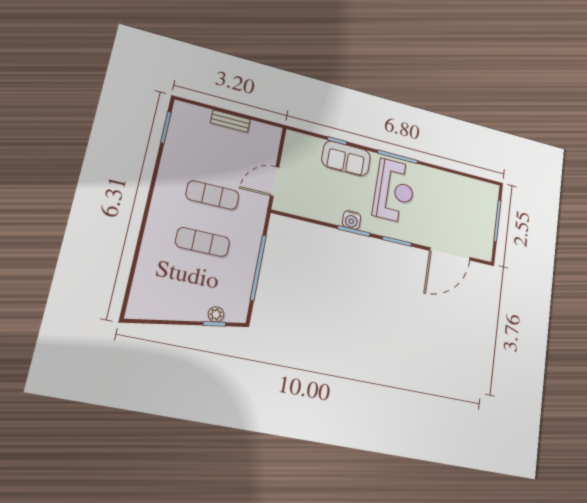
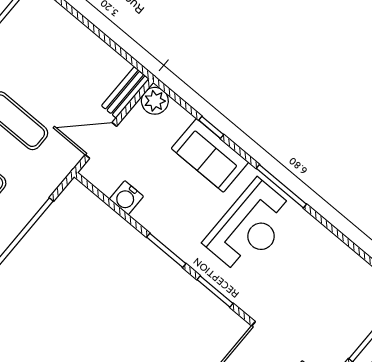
bench: (230, 121) -> (125, 92), moved, turned 90
plant: (294, 140) -> (155, 101), added
water cooler: (352, 220) -> (126, 198), moved

